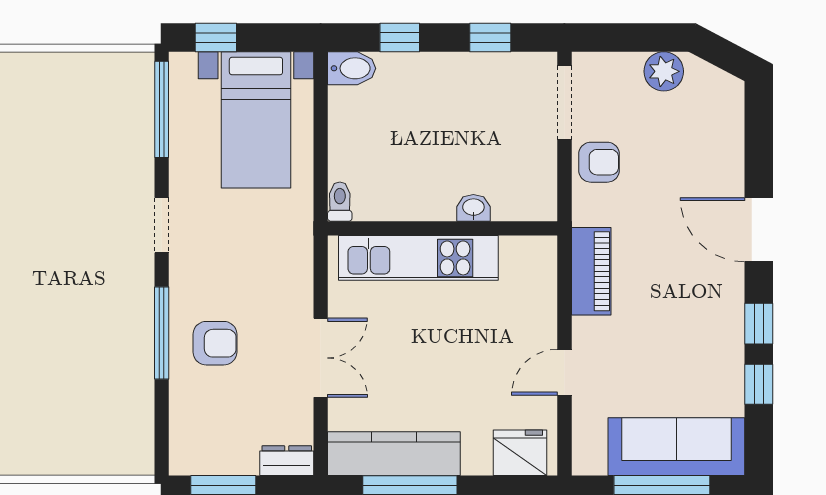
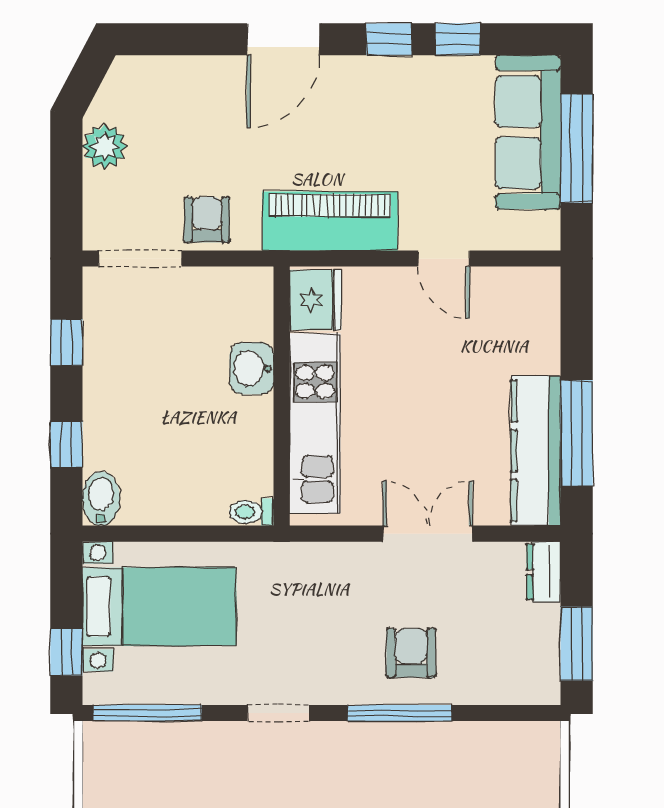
washbasin: (473, 208) -> (252, 368), width x1.38, depth x1.45
piano: (591, 271) -> (330, 221), width x1.37, depth x1.33
fridge: (520, 453) -> (316, 300), moved, turned 180

